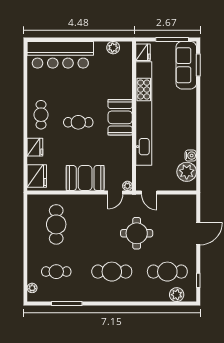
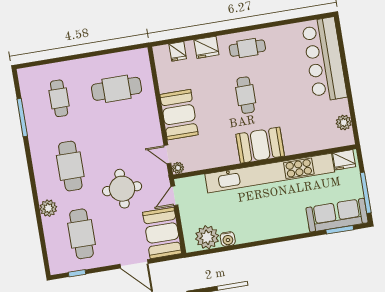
fridge: (37, 176) -> (178, 51), width x0.53, depth x0.75
booth: (177, 207) -> (162, 233), added
plant: (32, 288) -> (34, 72), removed
plant: (177, 295) -> (48, 208), moved

